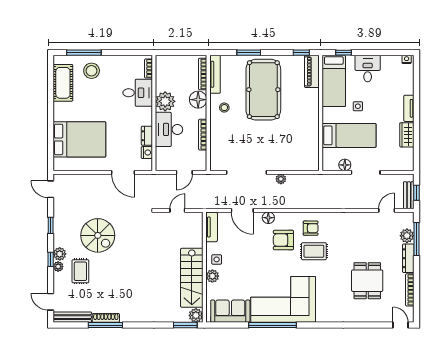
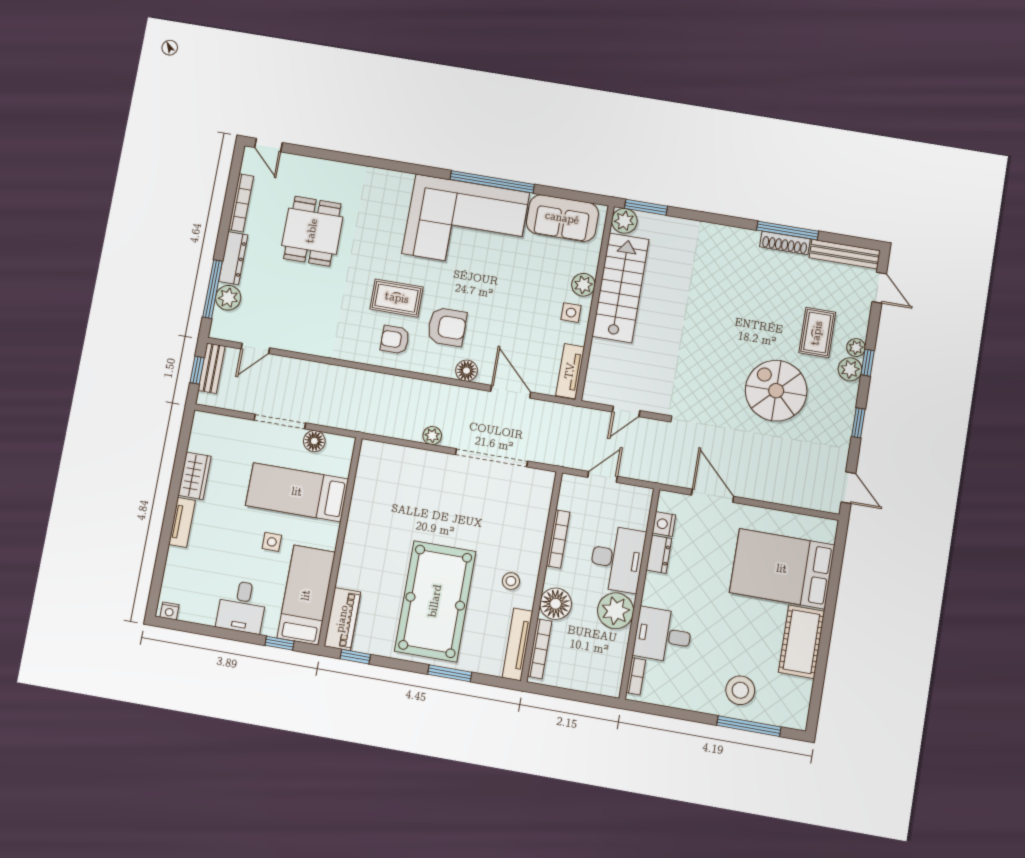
cot: (63, 83) -> (802, 642), moved

